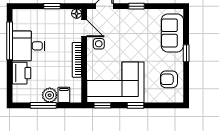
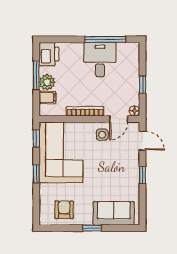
printer: (21, 73) -> (49, 54), moved, turned -90

